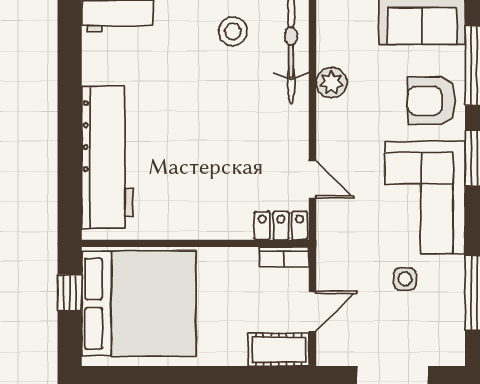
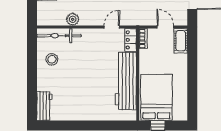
workbench: (107, 157) -> (126, 81), moved, turned -90
bed: (139, 304) -> (156, 97), width x0.73

